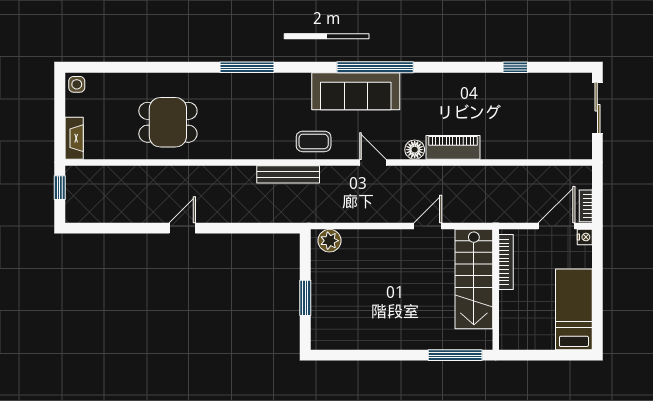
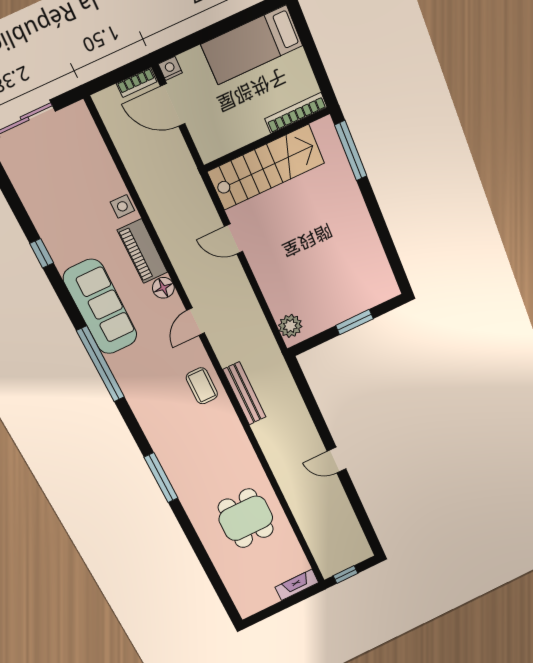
window: (515, 67) -> (42, 253), moved
side table: (77, 84) -> (122, 206), moved
sofa: (356, 91) -> (100, 307), moved
bookcase: (506, 262) -> (296, 113), moved

